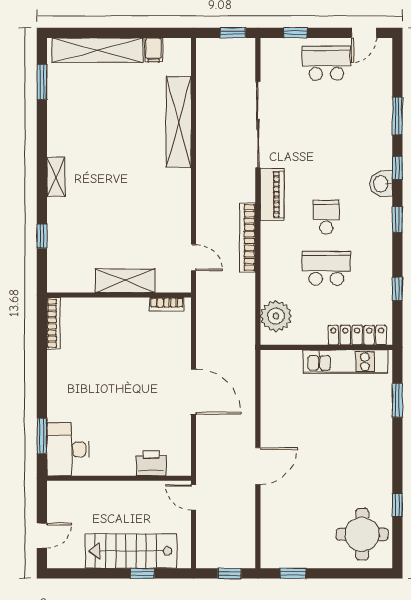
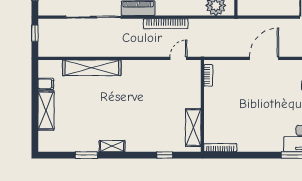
shelving: (97, 50) -> (46, 110), width x0.68
window: (42, 82) -> (86, 155), moved
shelving: (56, 177) -> (112, 146), moved
shelving: (125, 281) -> (193, 128), moved

